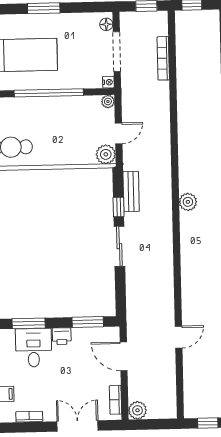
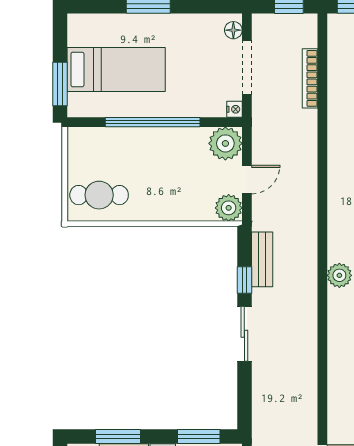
plant: (108, 102) -> (225, 143), width x1.88, depth x1.88

